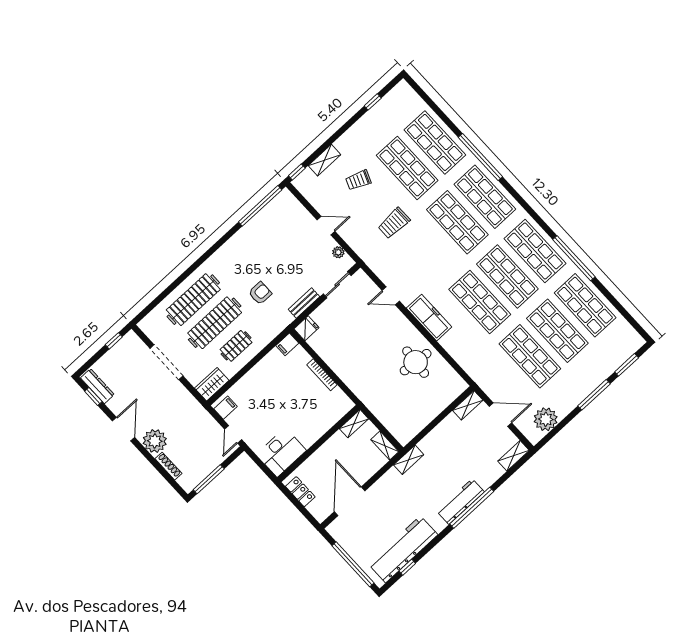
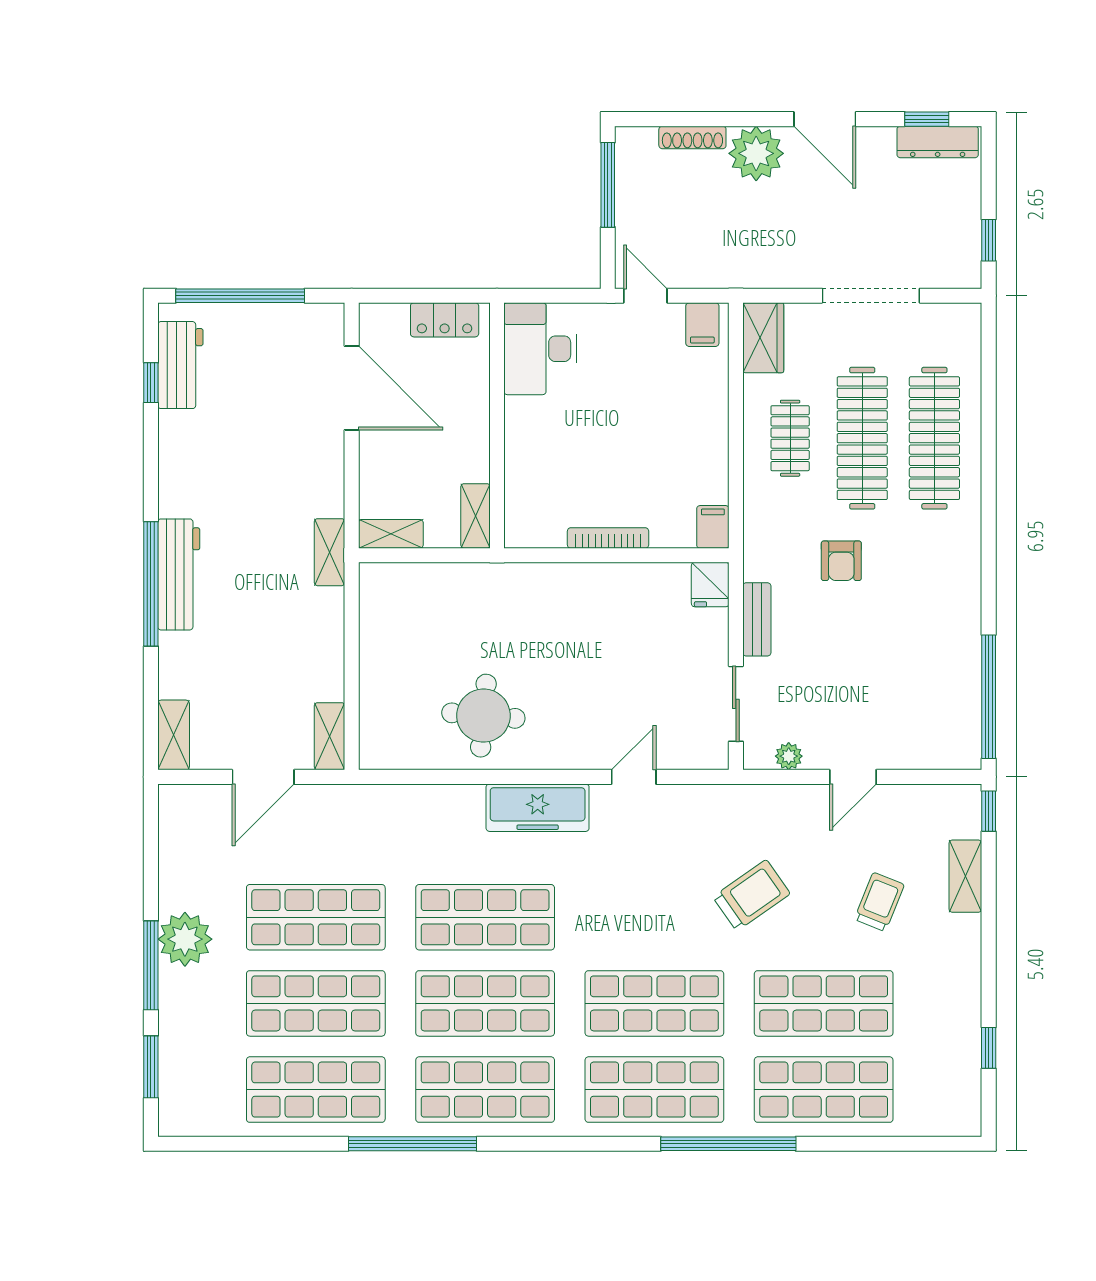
trolley: (394, 223) -> (751, 895), turned 55
plant: (546, 419) -> (185, 939), moved
workbench: (403, 549) -> (180, 365), width x0.53, depth x0.76

